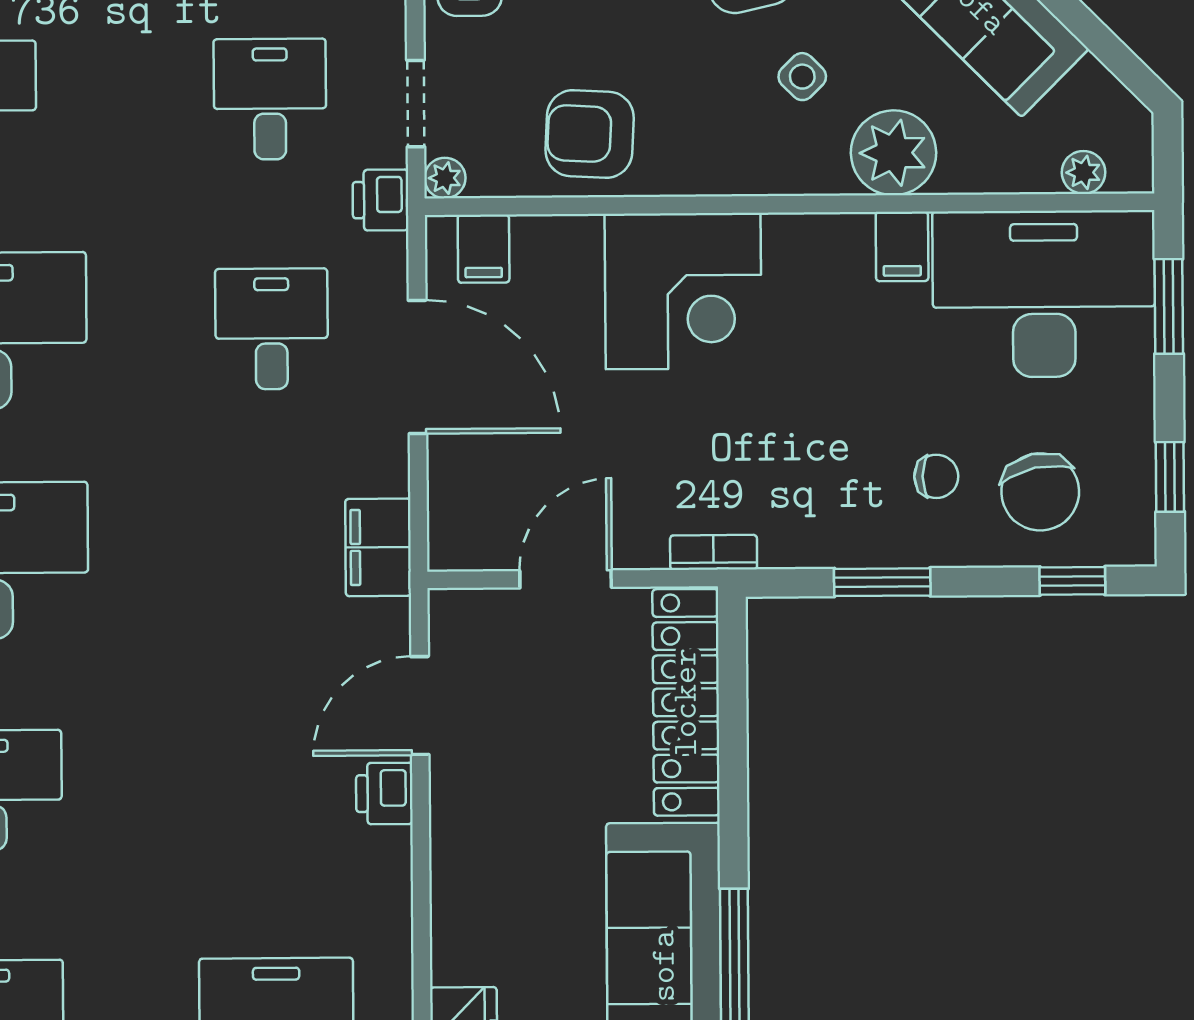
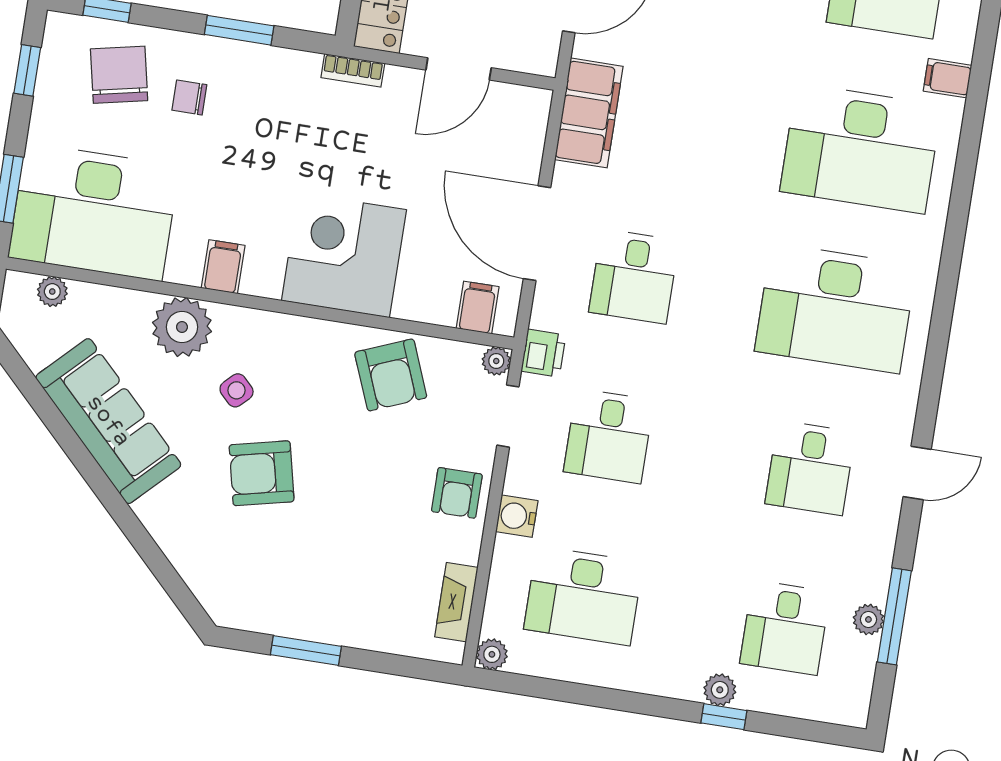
armchair: (590, 134) -> (391, 375), turned 65
filing cabinet: (902, 246) -> (223, 267), moved
filing cabinet: (378, 547) -> (589, 113), width x1.50, depth x1.17

